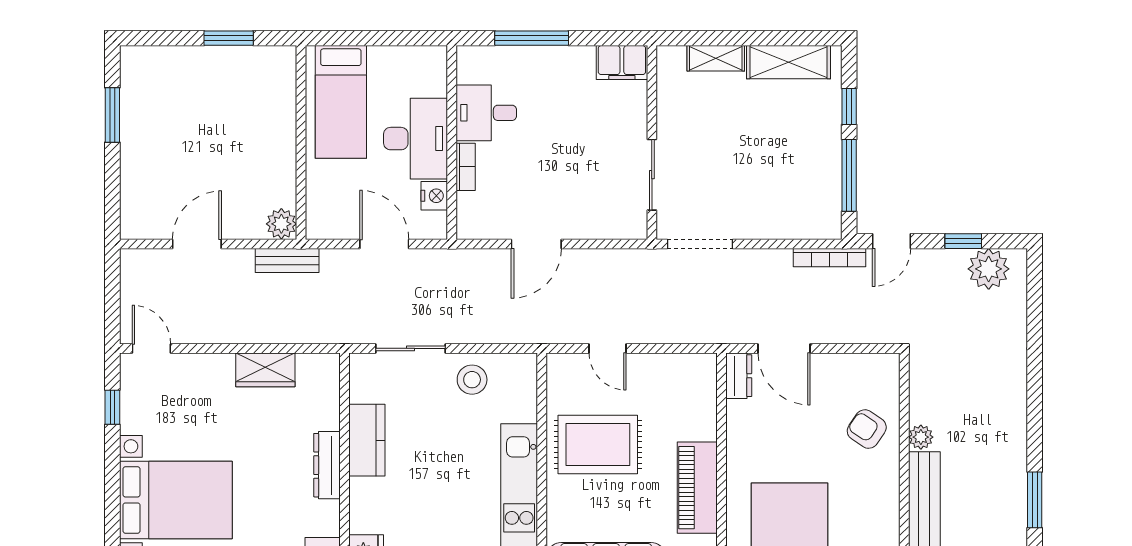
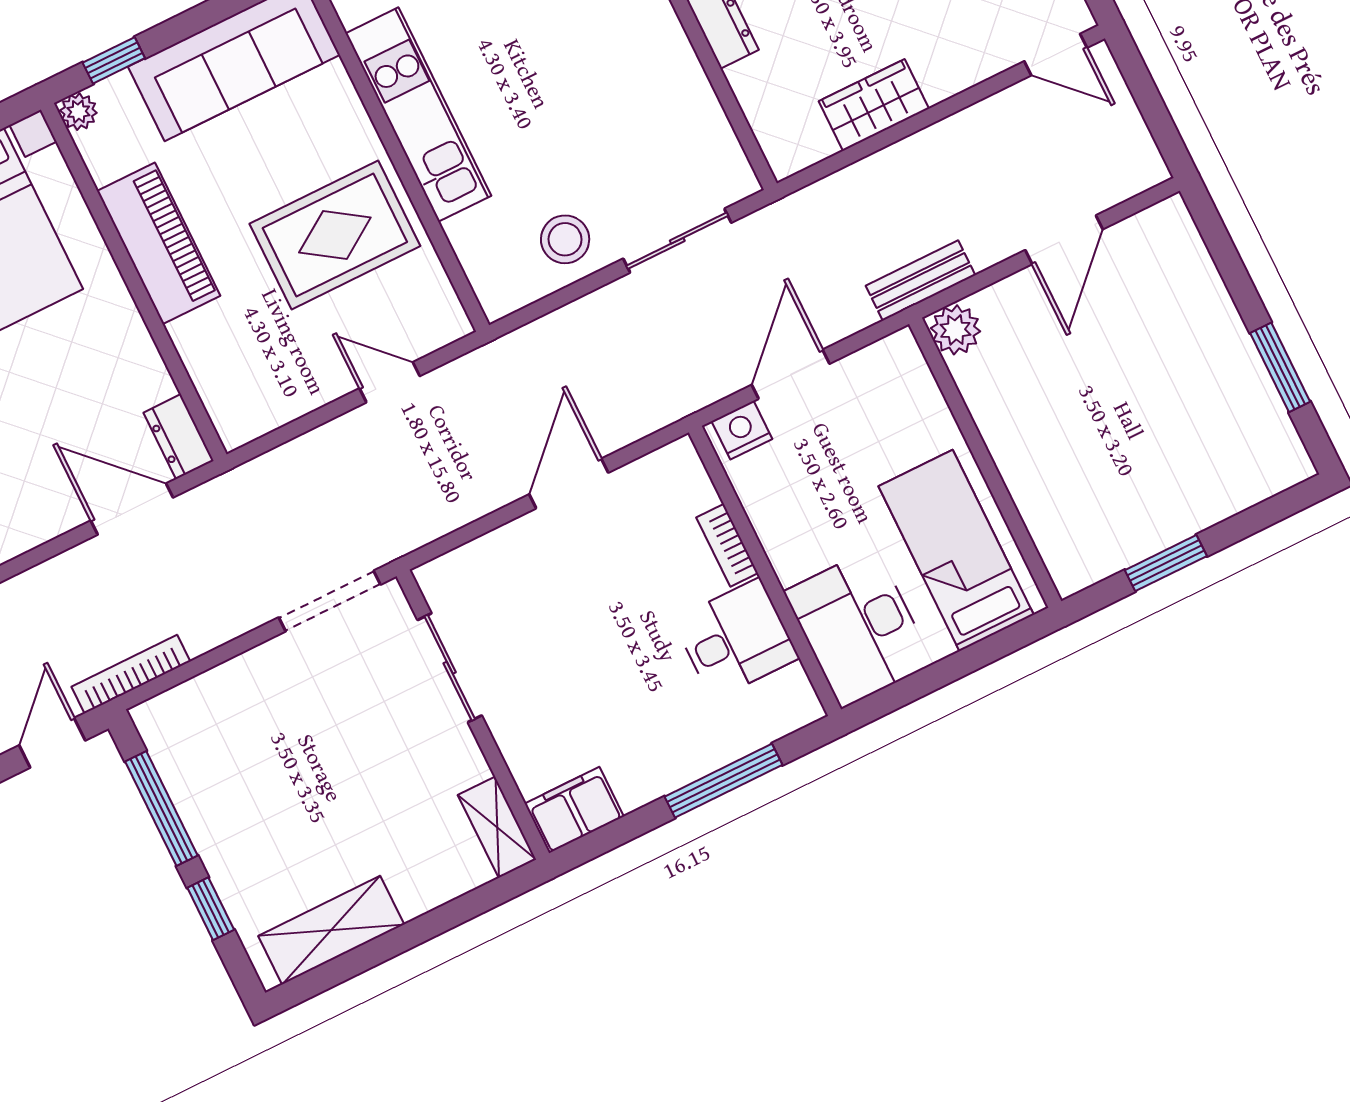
shelving: (716, 58) -> (497, 827), moved, turned 90
desk: (416, 139) -> (859, 628), moved
nightstand: (434, 196) -> (742, 430), moved, turned 90
door: (384, 244) -> (791, 374), swing flipped
kitchen counter: (367, 440) -> (675, 75), removed

